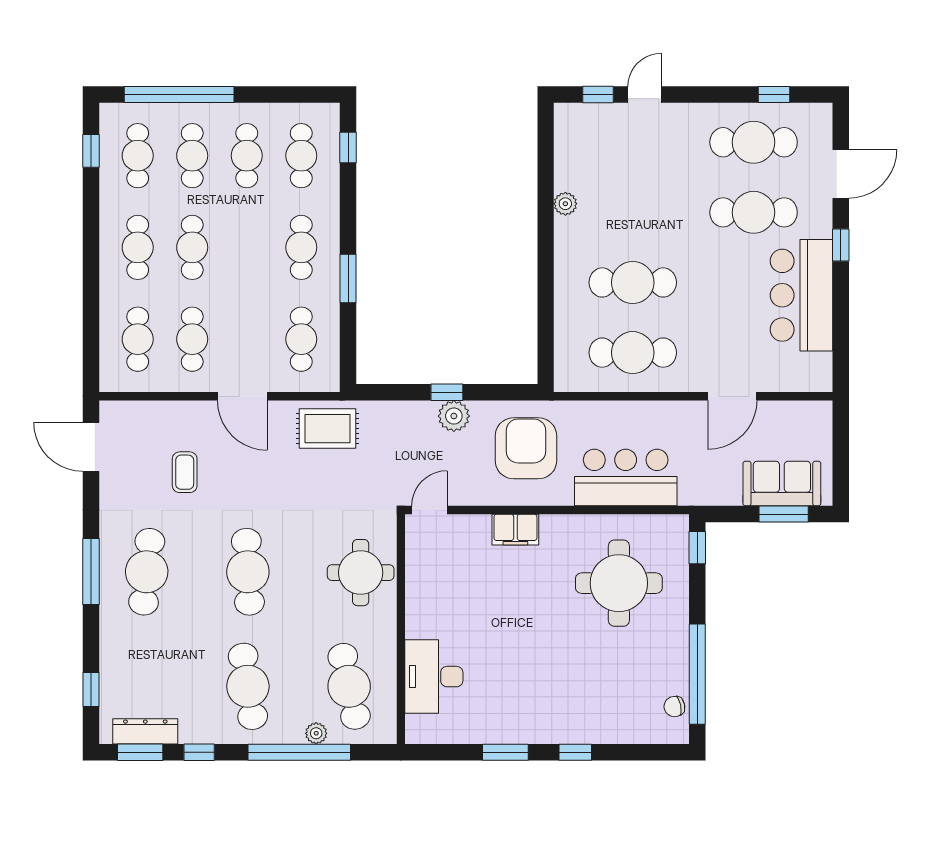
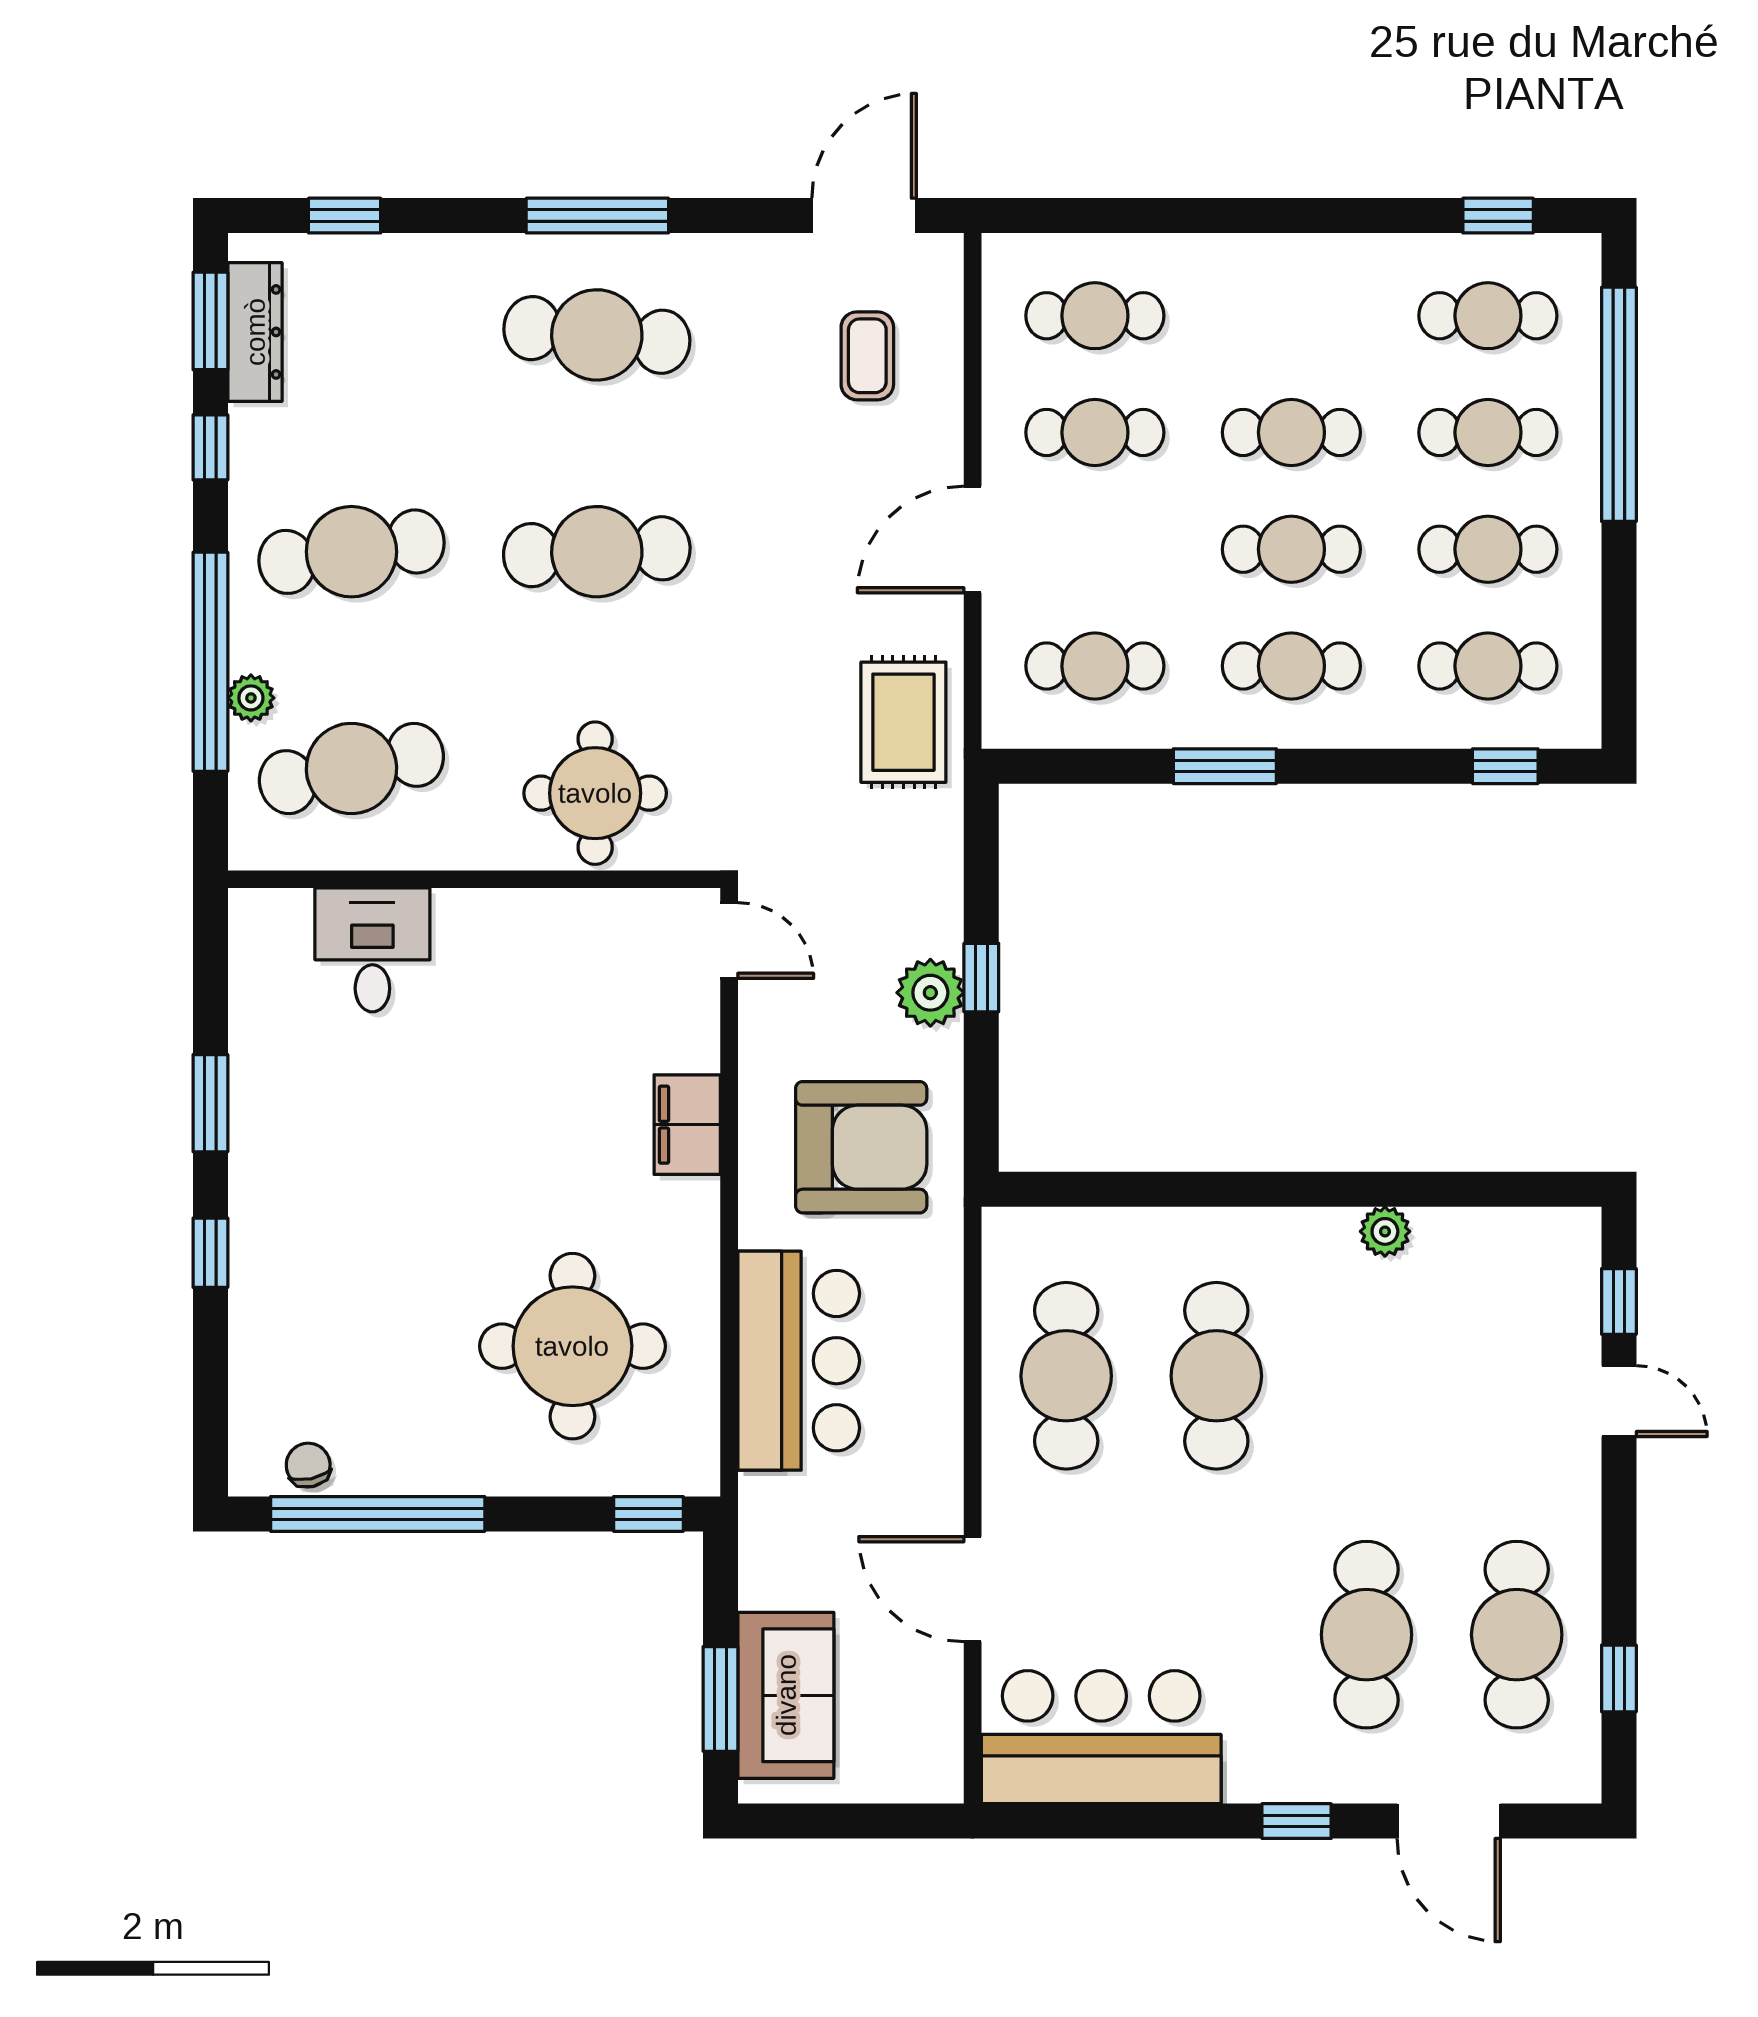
cafe table: (138, 247) -> (1291, 549), moved
bar counter: (801, 295) -> (1101, 1737), moved
coffee table: (185, 472) -> (867, 356), moved, turned 90
desk: (434, 677) -> (372, 950), width x0.73

